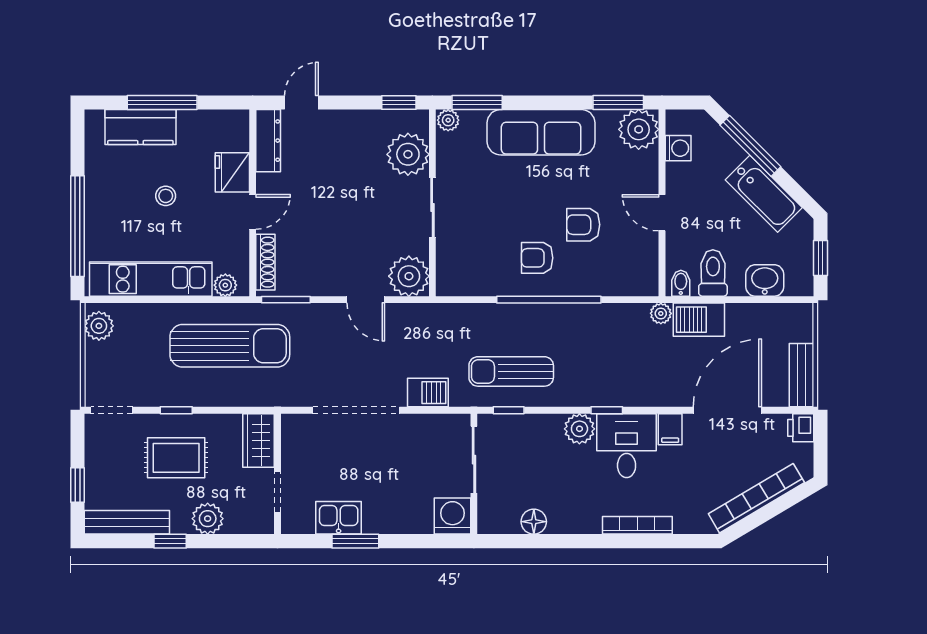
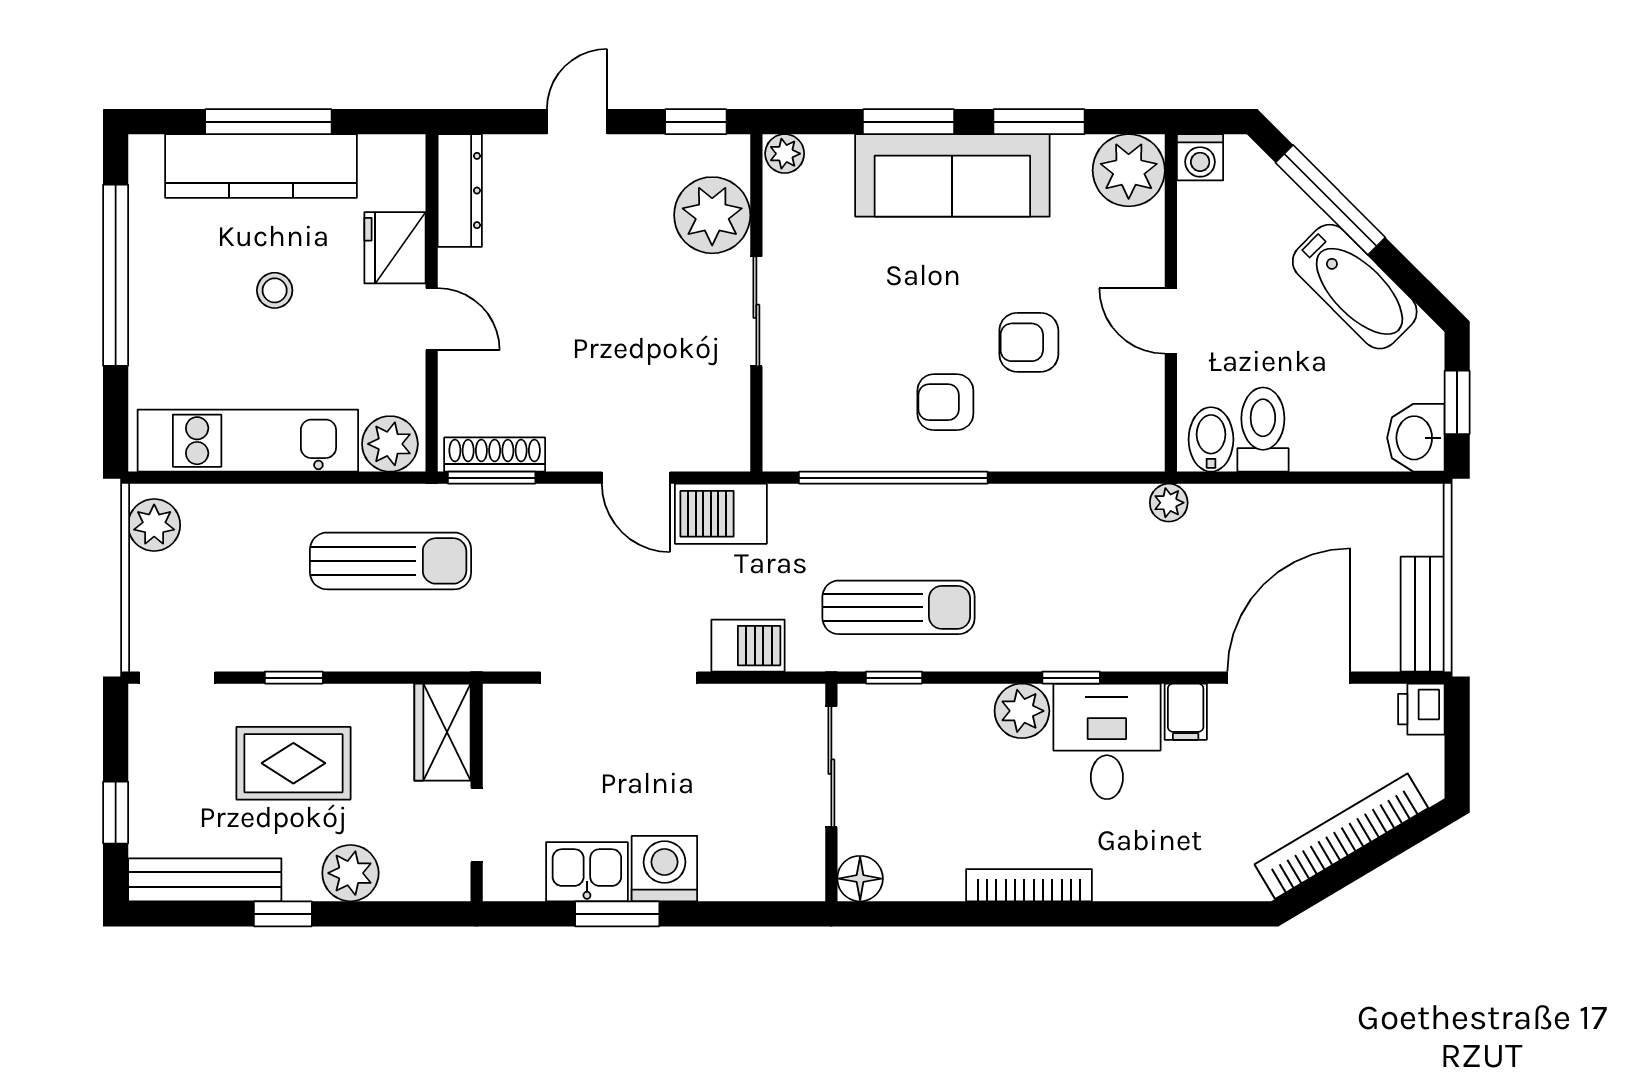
door: (301, 102) -> (577, 122), moved
window: (477, 102) -> (909, 122), moved
window: (618, 102) -> (1039, 122), moved
kitchen counter: (140, 127) -> (261, 166), width x1.50
washing machine: (678, 148) -> (1200, 157), moved, turned 90
door: (253, 212) -> (432, 319), hinge flipped
window: (78, 226) -> (116, 275), moved
shoe rack: (265, 262) -> (495, 455), moved, turned -90
plant: (409, 276) -> (714, 435), removed
washbasin: (765, 280) -> (1416, 438), moved, turned -90
bidet: (681, 283) -> (1211, 439), width x1.38, depth x1.36
plant: (225, 285) -> (390, 444), width x1.38, depth x1.38
window: (549, 300) -> (893, 478), moved
barbecue: (699, 320) -> (721, 514), moved
sun lounger: (230, 346) -> (391, 561), width x0.73, depth x0.75
sun lounger: (511, 371) -> (899, 607), turned 180
washing machine: (452, 516) -> (664, 869), moved
floor lamp: (534, 522) -> (860, 879), moved
bookcase: (637, 525) -> (1029, 885), moved

